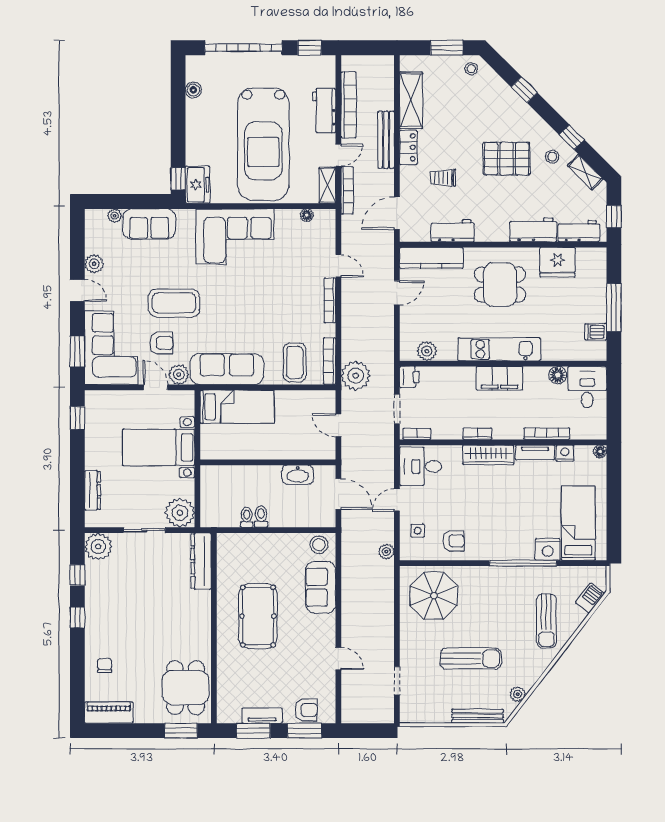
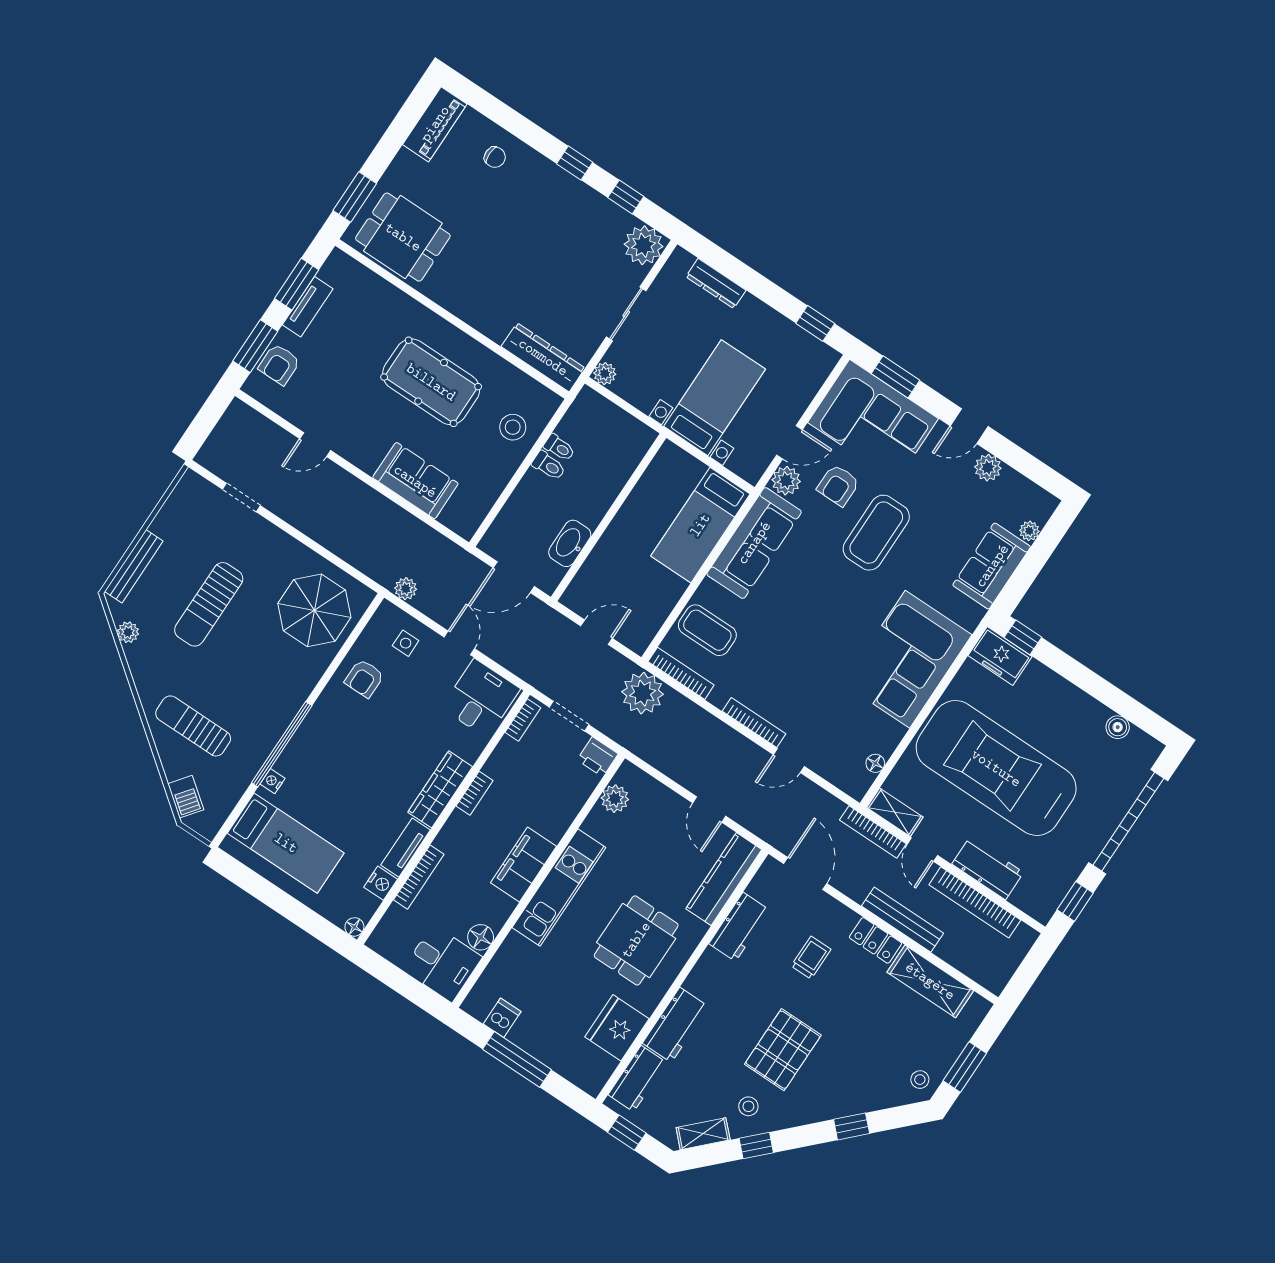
plant: (180, 513) -> (605, 374), width x0.53, depth x0.53
stool: (319, 545) -> (513, 427), moved
nightstand: (548, 549) -> (273, 781), width x0.53, depth x0.56

